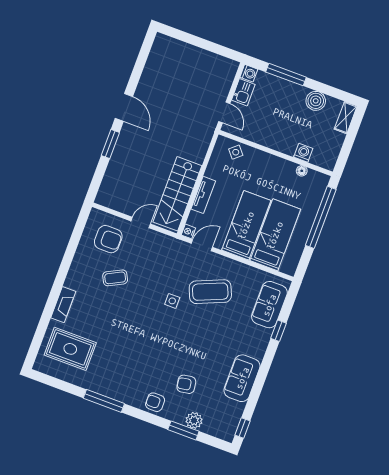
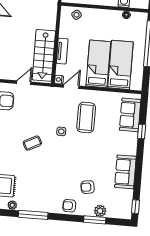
coffee table: (115, 278) -> (32, 143), moved
coffee table: (210, 292) -> (86, 117), turned -67
plant: (80, 380) -> (12, 205), added

